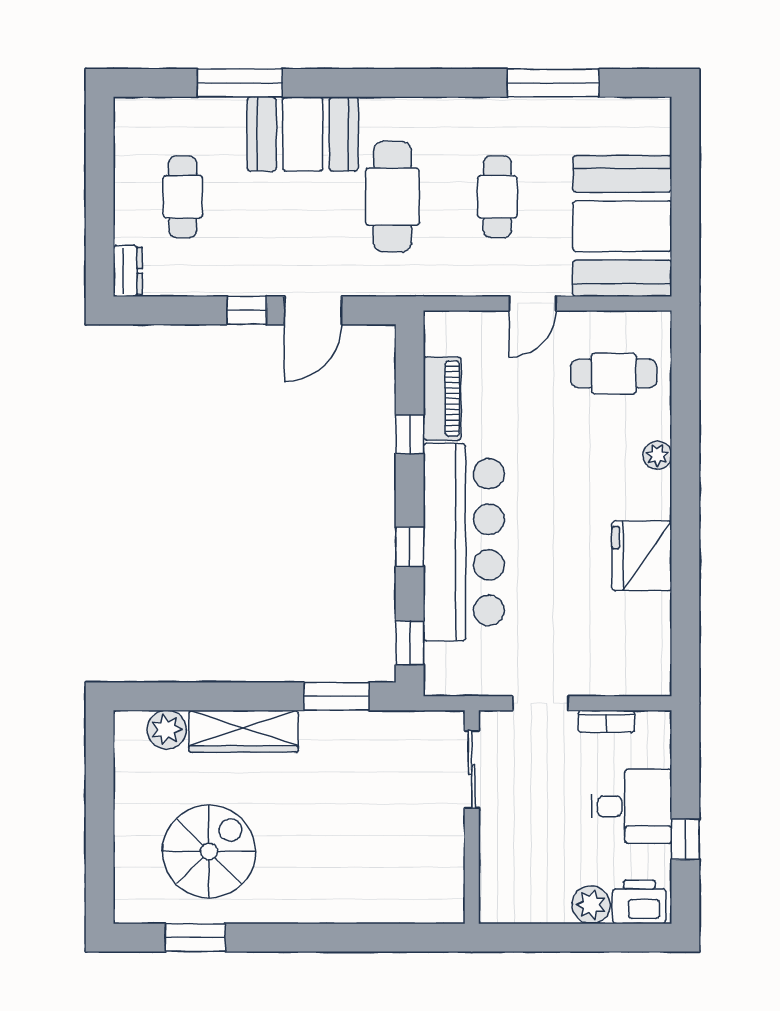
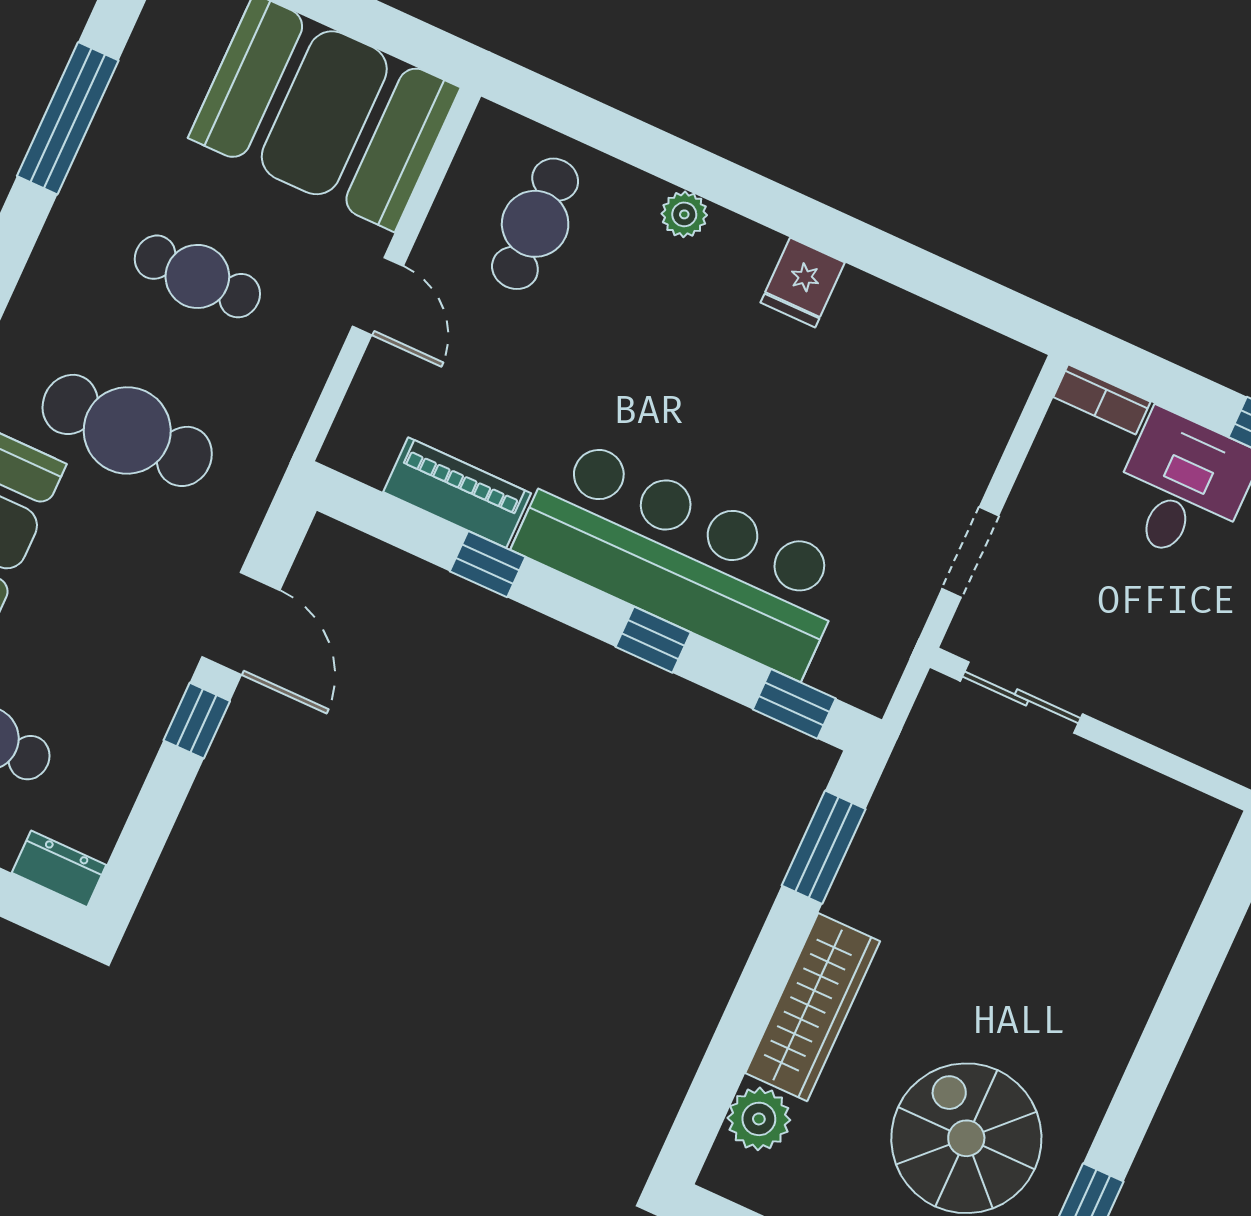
fridge: (642, 556) -> (803, 282), width x0.53, depth x0.75
bookcase: (606, 721) -> (1102, 399), moved, turned 90

